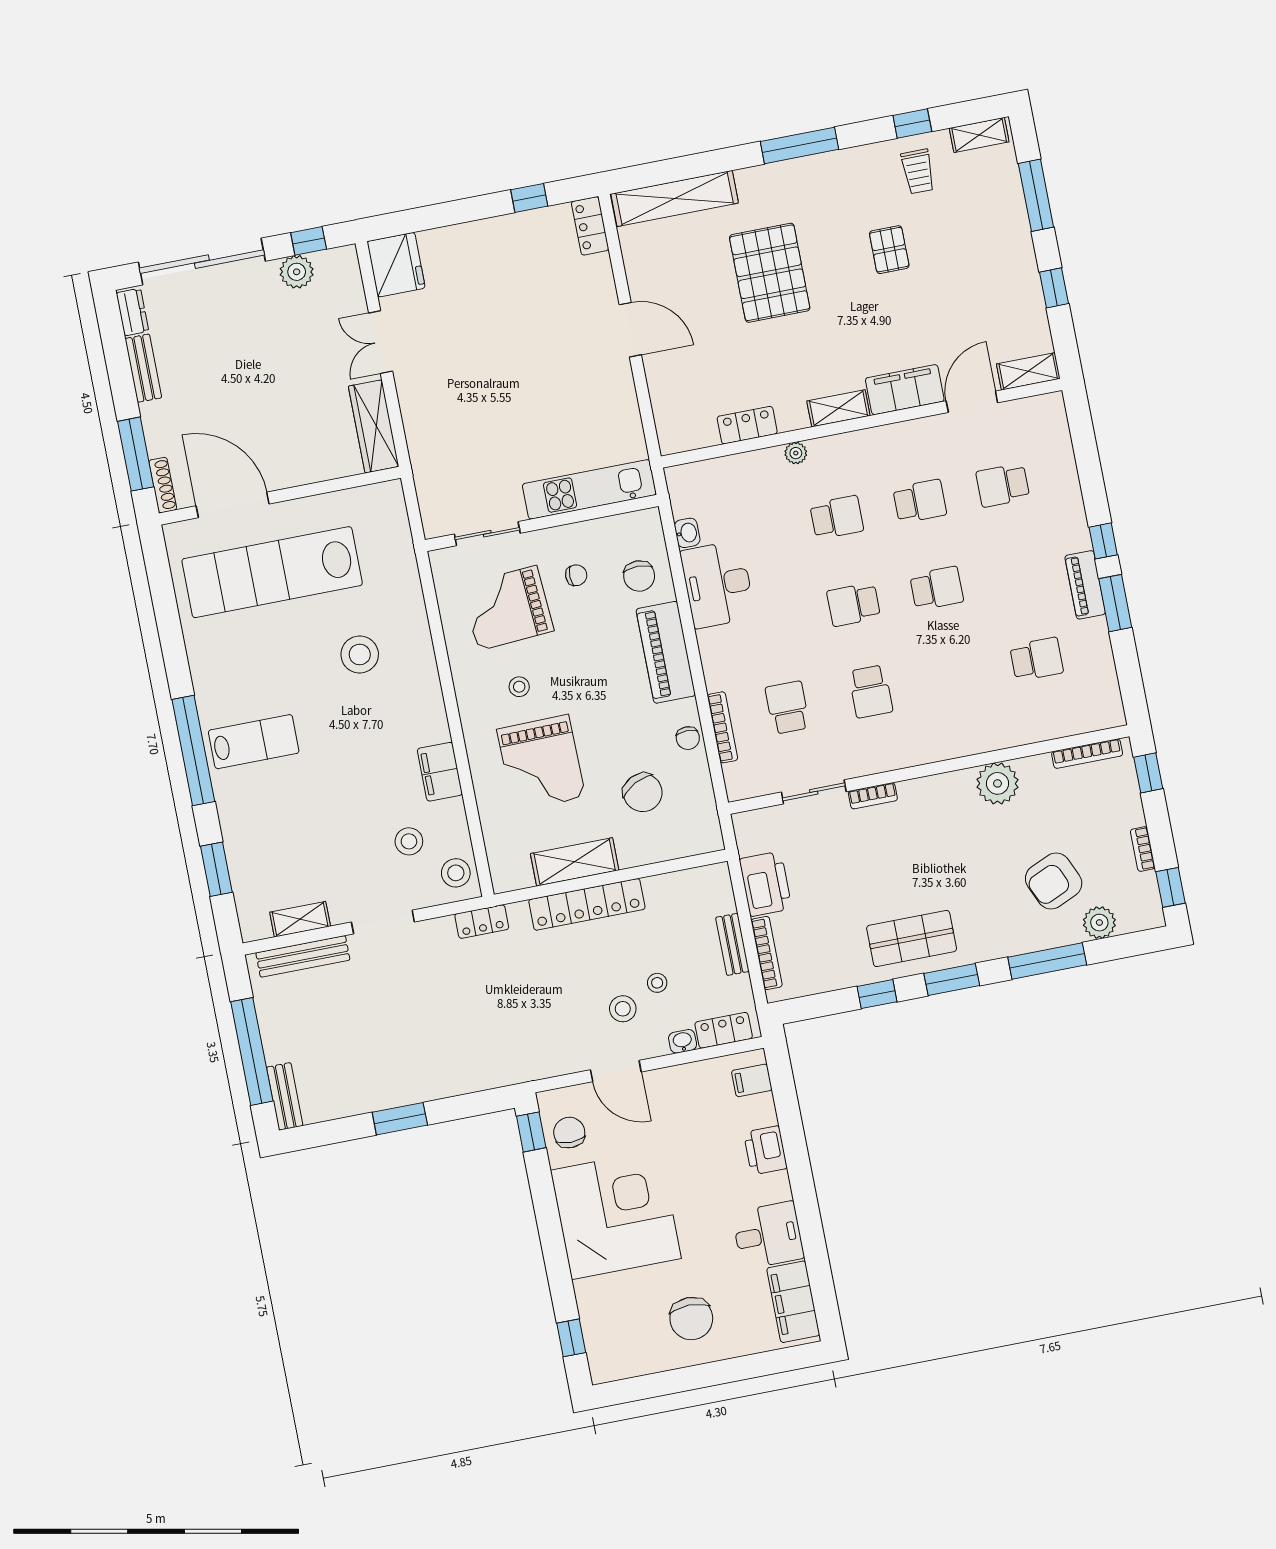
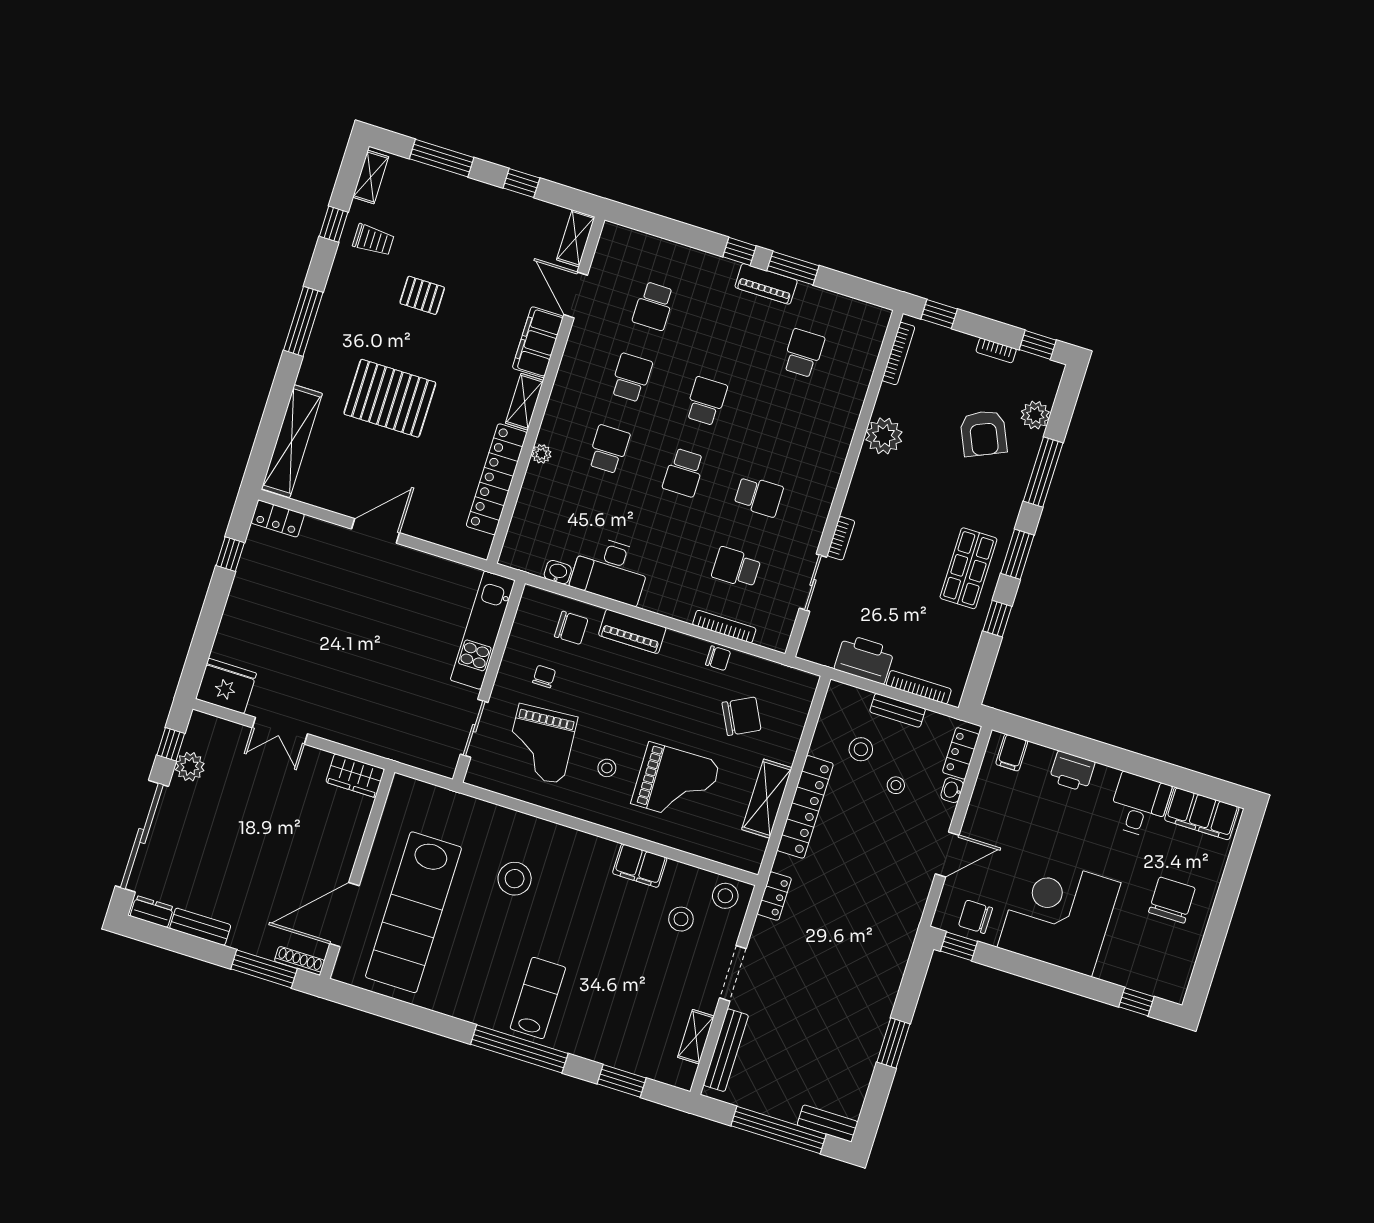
locker: (747, 425) -> (497, 479), width x2.16, depth x1.21
wardrobe: (374, 426) -> (355, 776), width x0.67
piano: (666, 652) -> (632, 631), width x0.73, depth x0.75
stool: (623, 1009) -> (861, 749), moved
chair: (691, 1319) -> (1172, 900), turned -90

